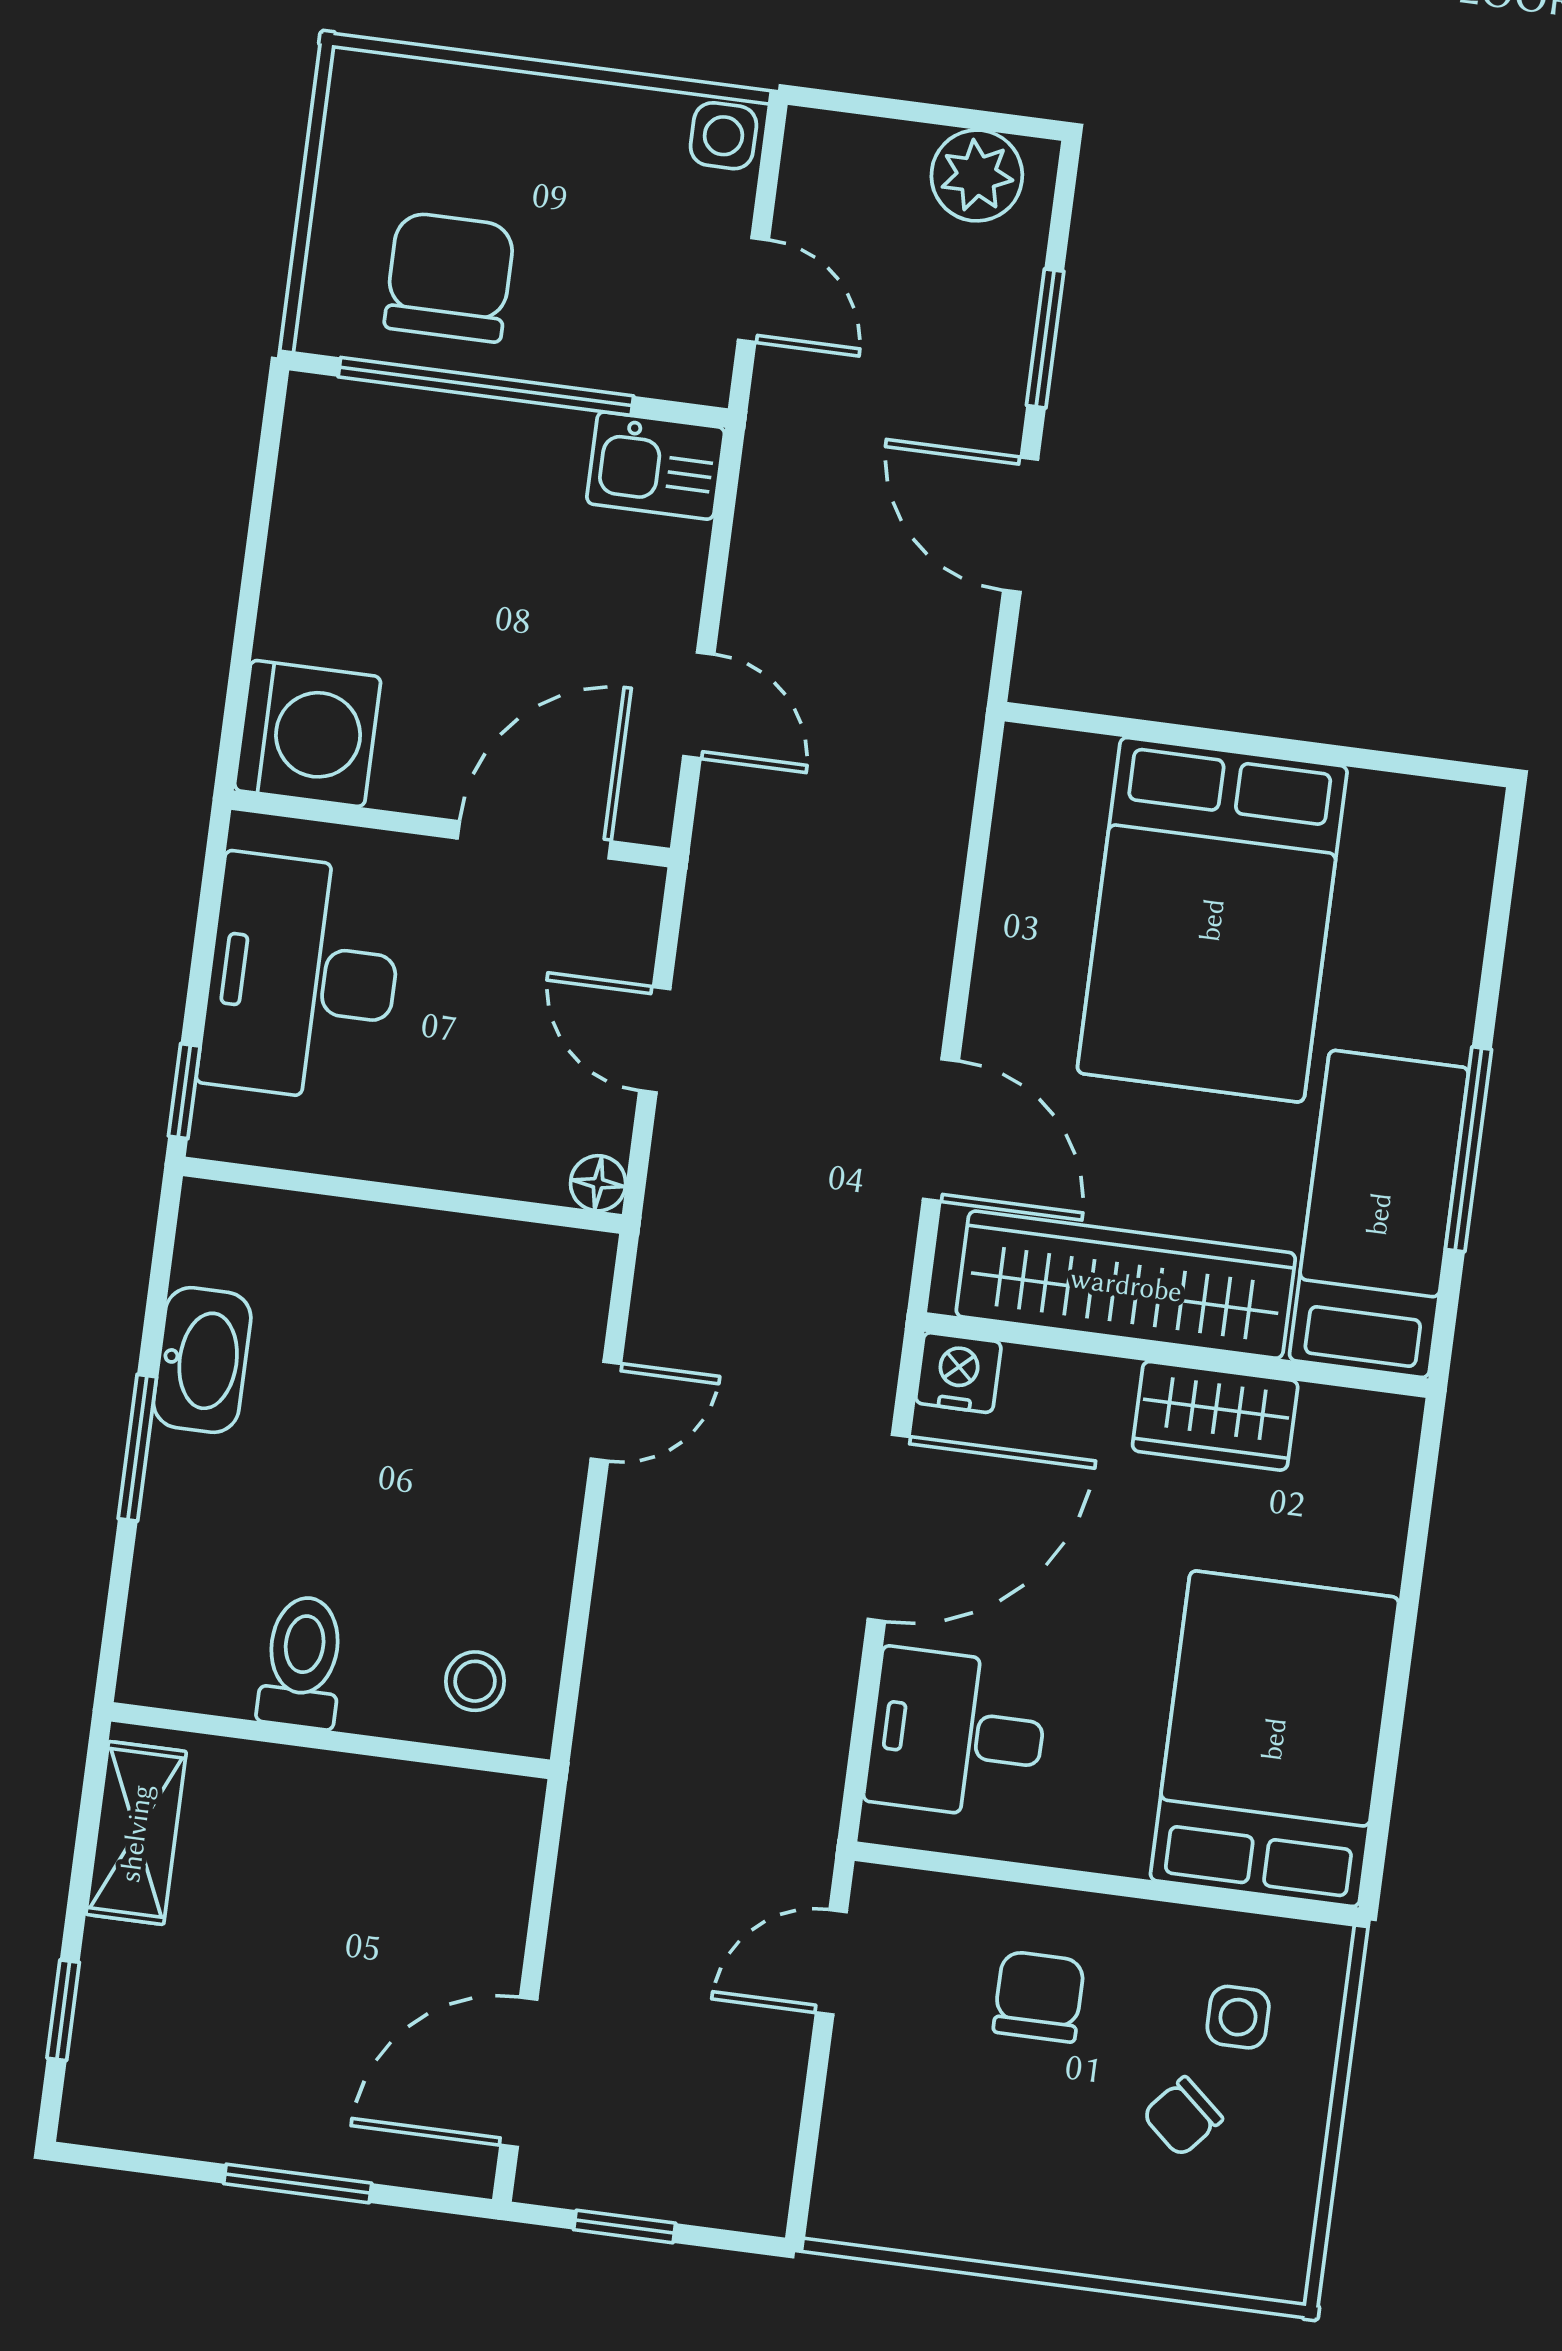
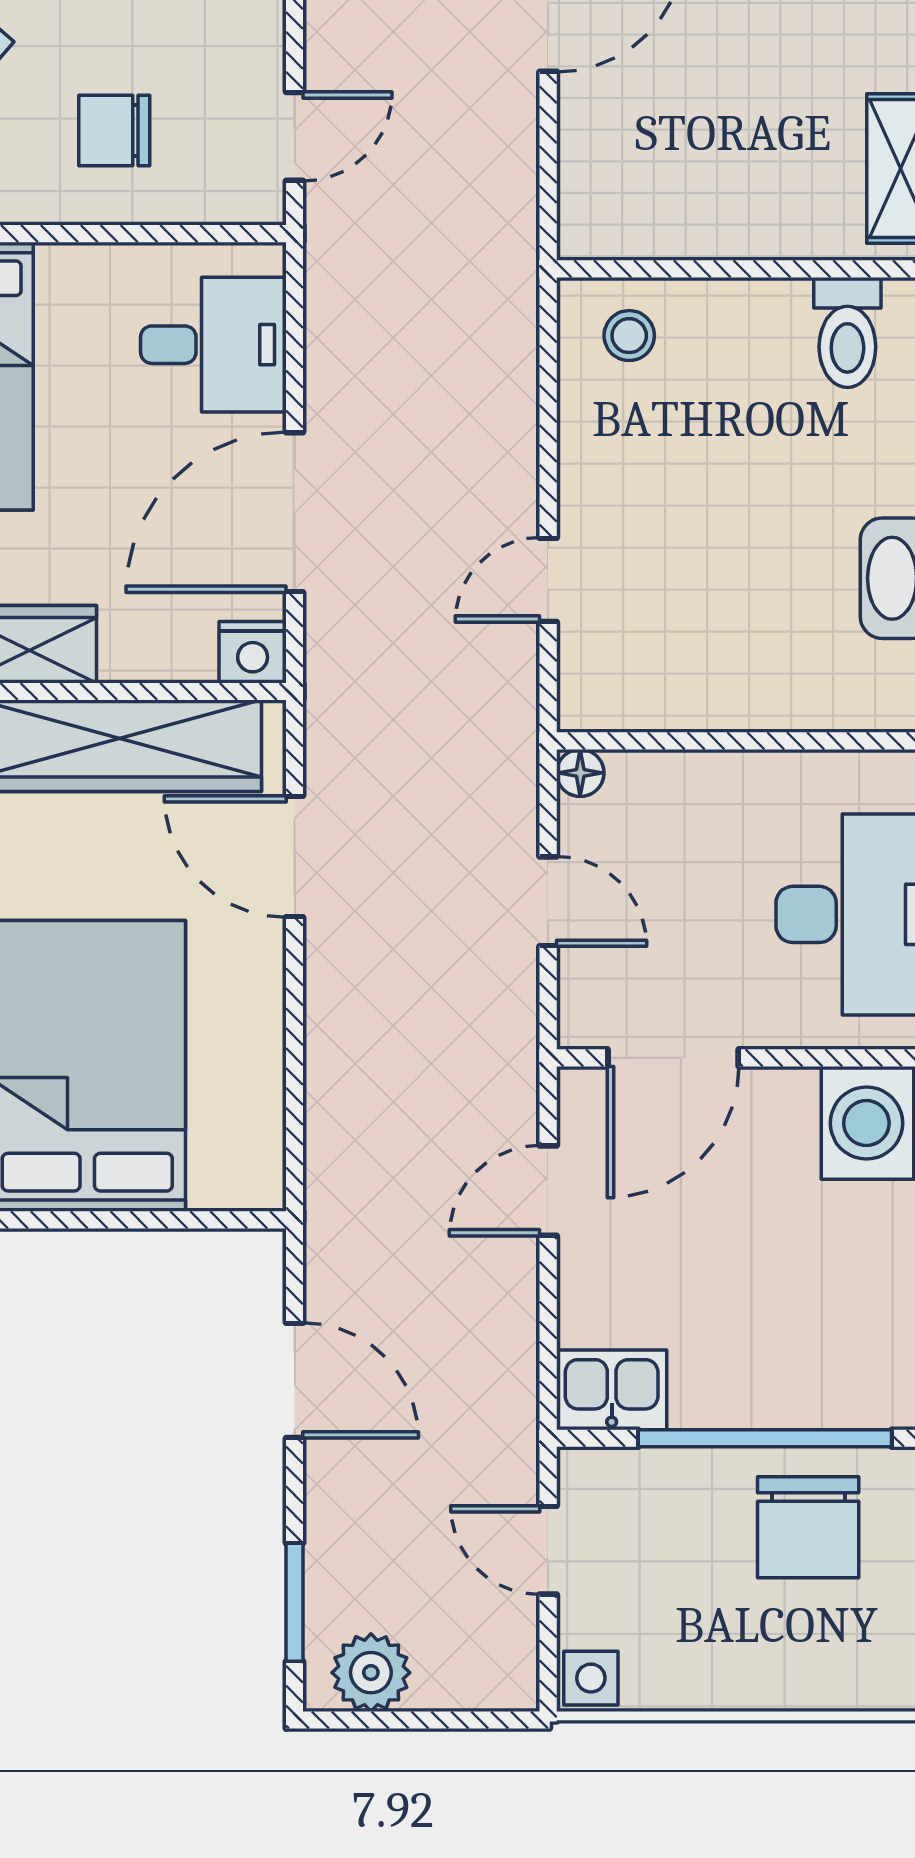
window: (1045, 338) -> (295, 1602), moved
door: (699, 705) -> (548, 1191), hinge flipped
toilet: (302, 1662) -> (847, 333), moved
chair: (1039, 1997) -> (114, 130), turned 90

